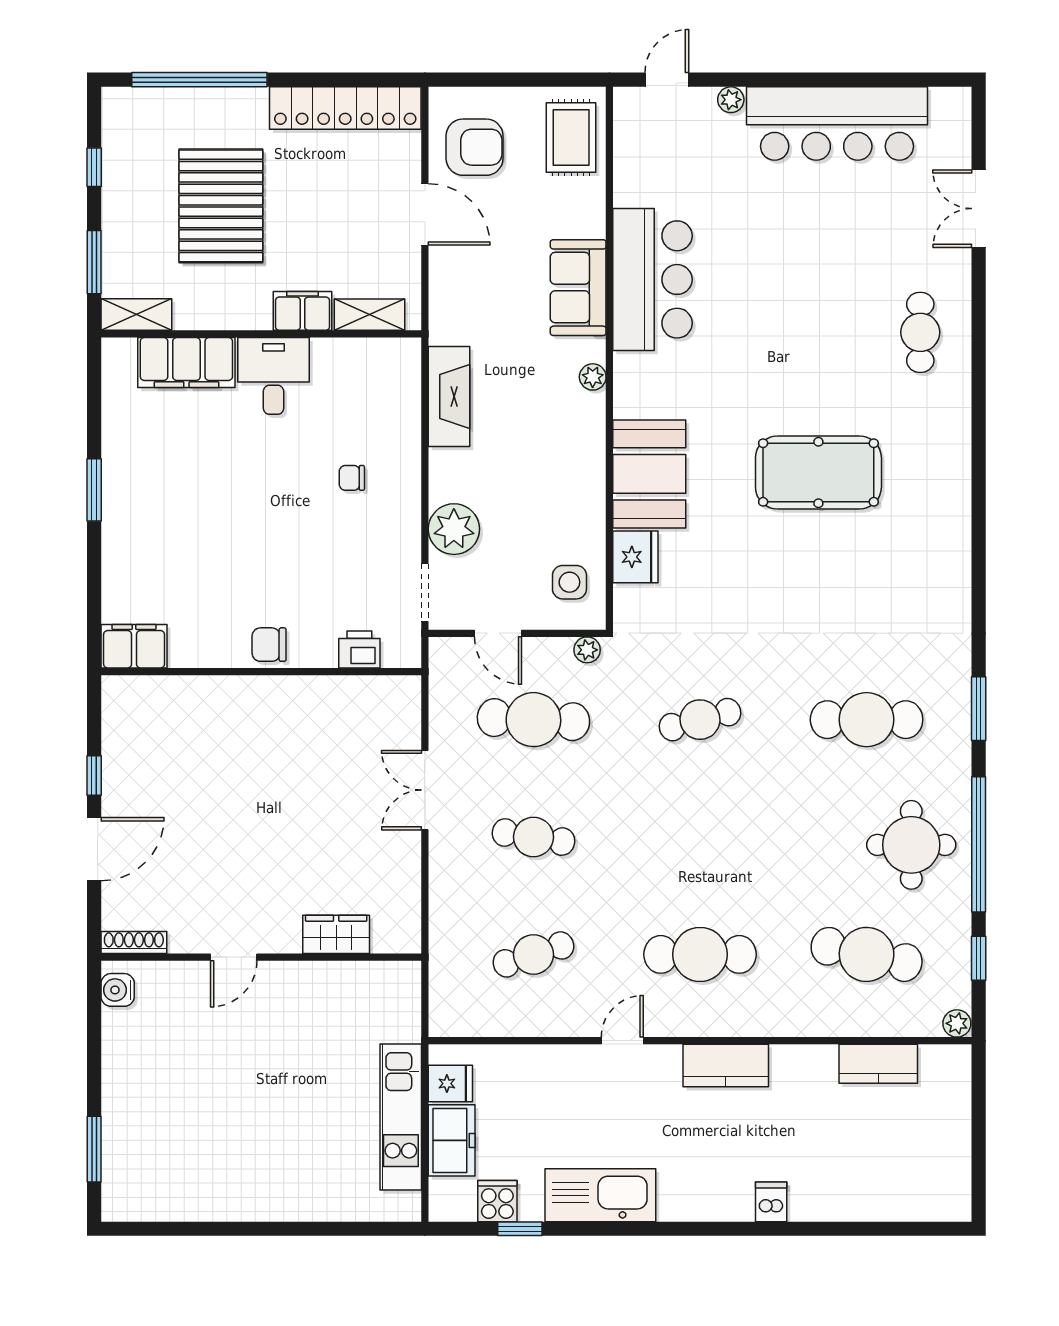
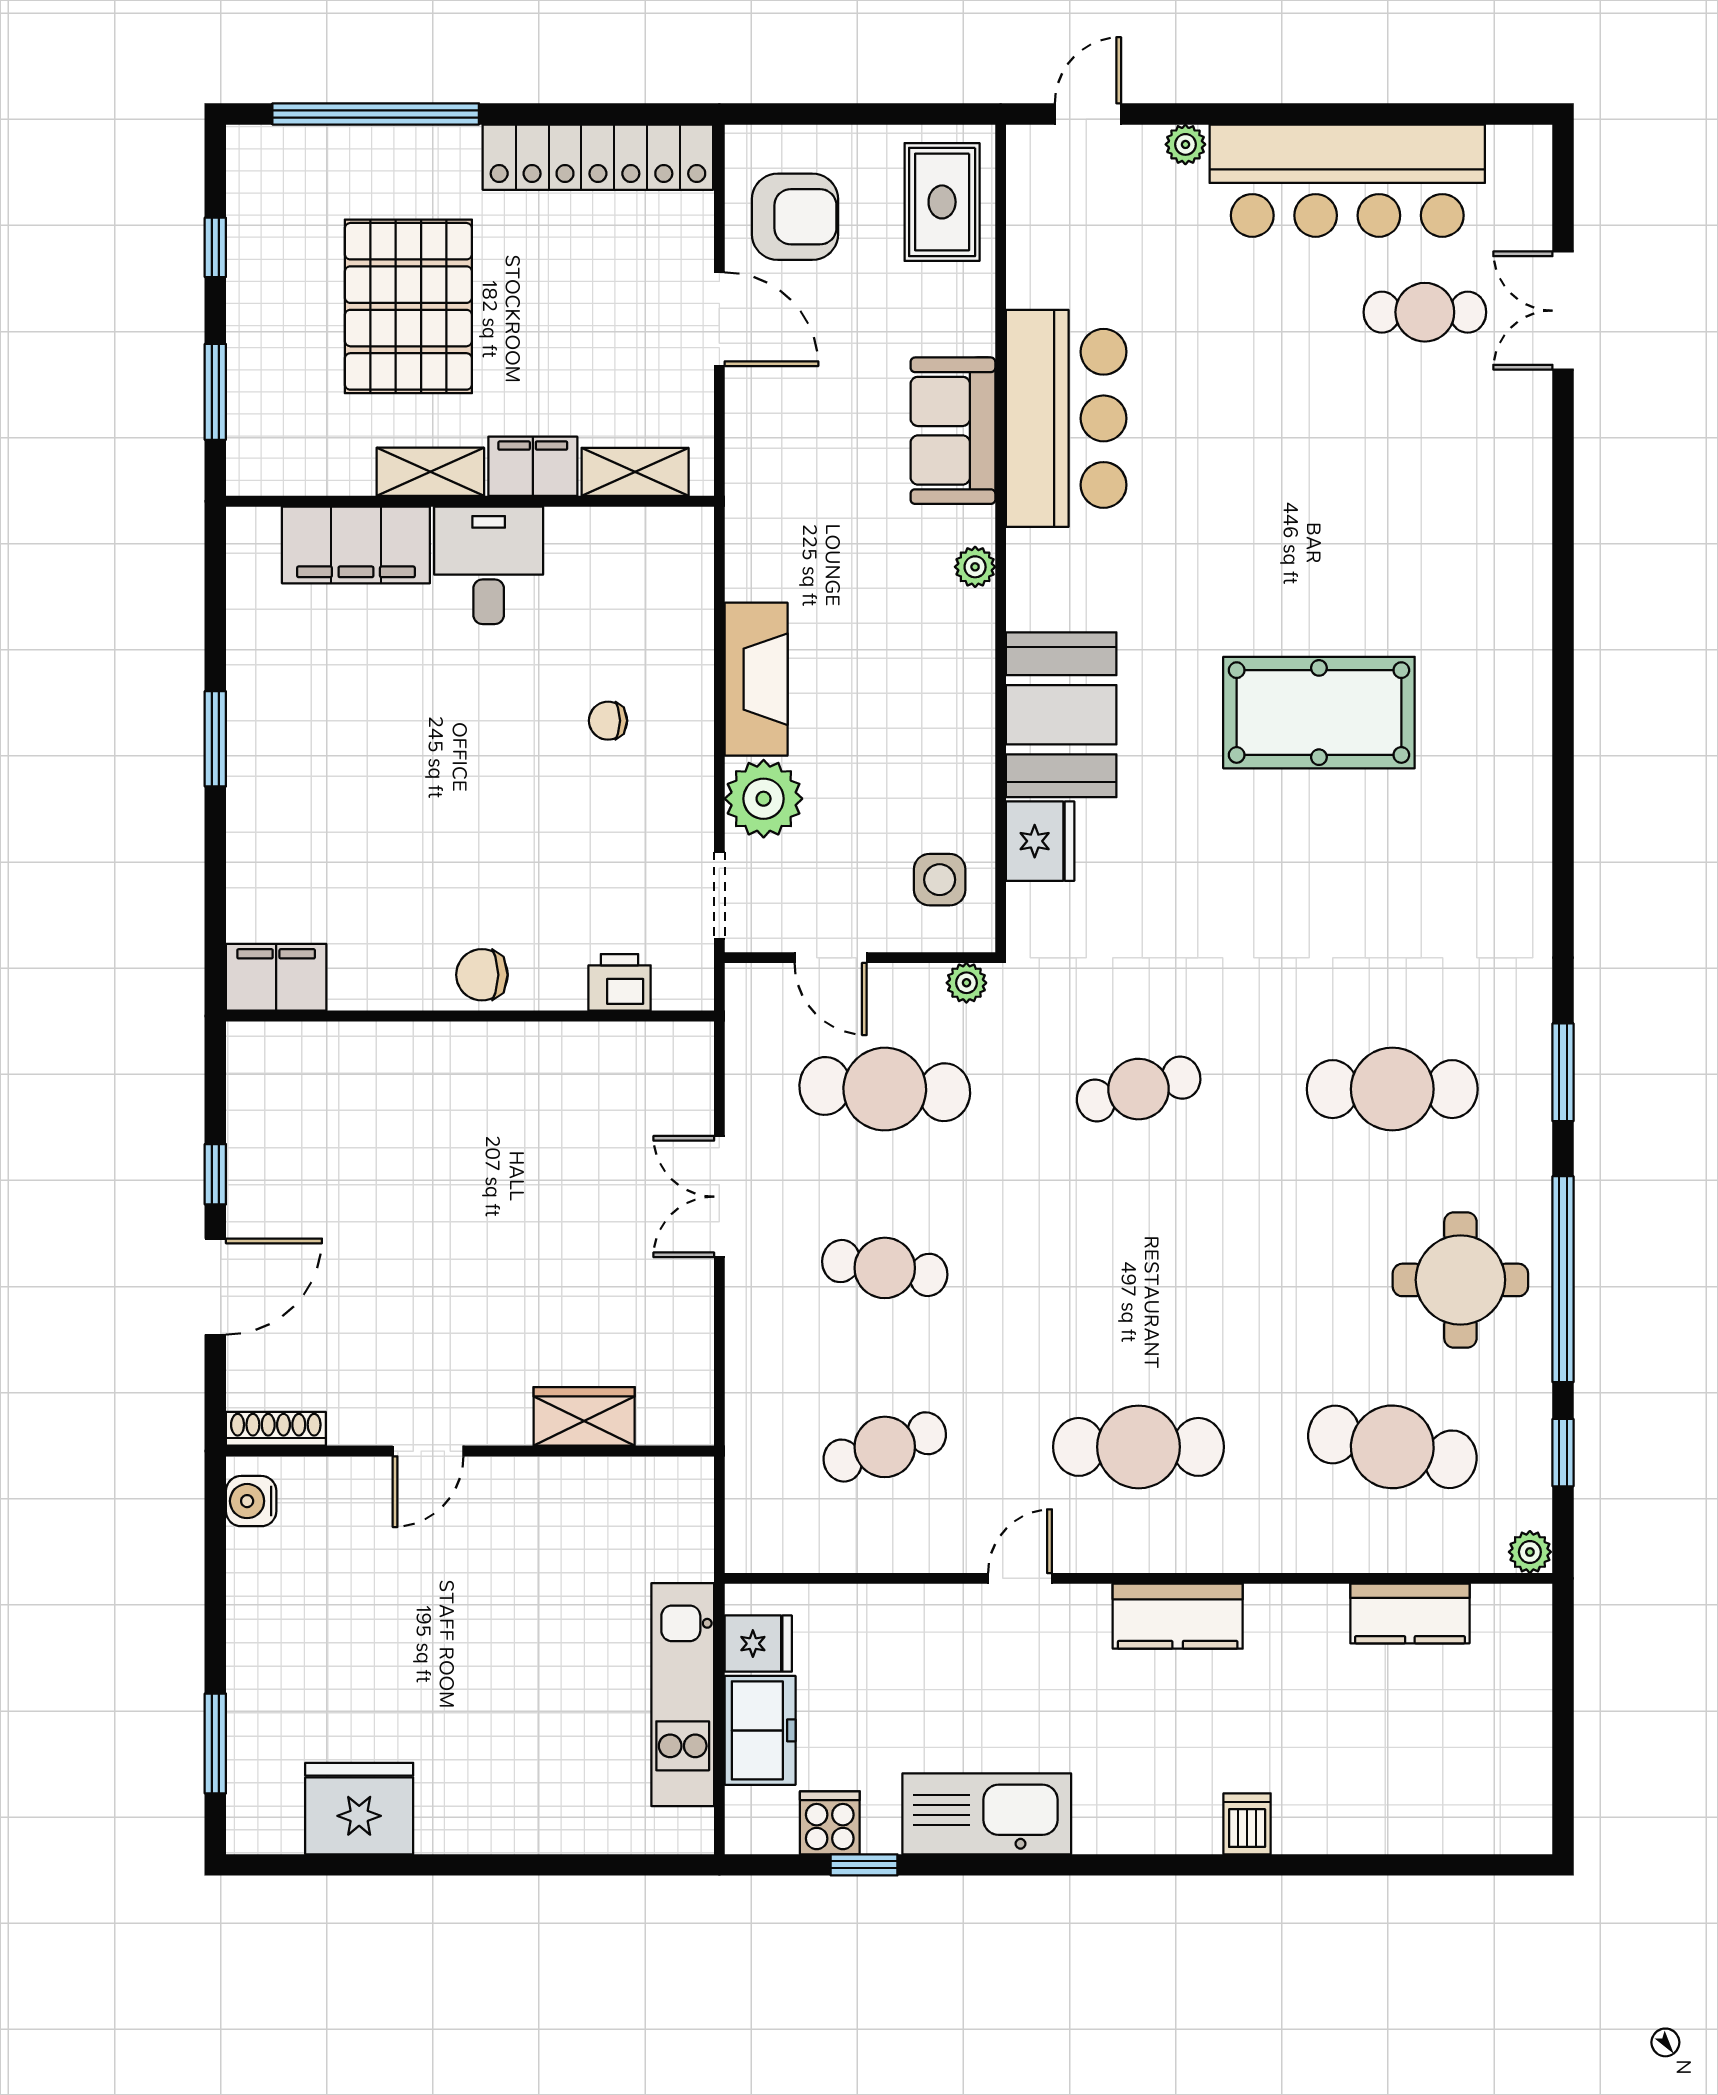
shelving: (136, 315) -> (430, 472), moved
cafe table: (920, 332) -> (1425, 312), moved, turned 90
fireplace: (449, 396) -> (756, 679), moved
fridge: (189, 1192) -> (359, 1809), added

